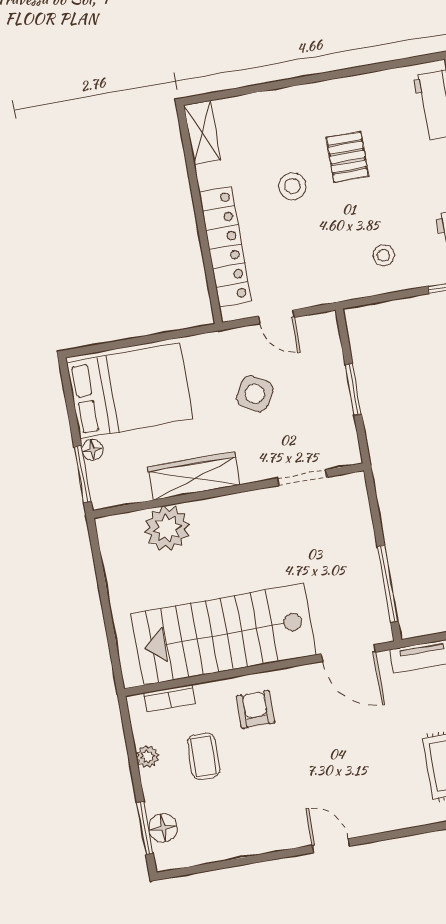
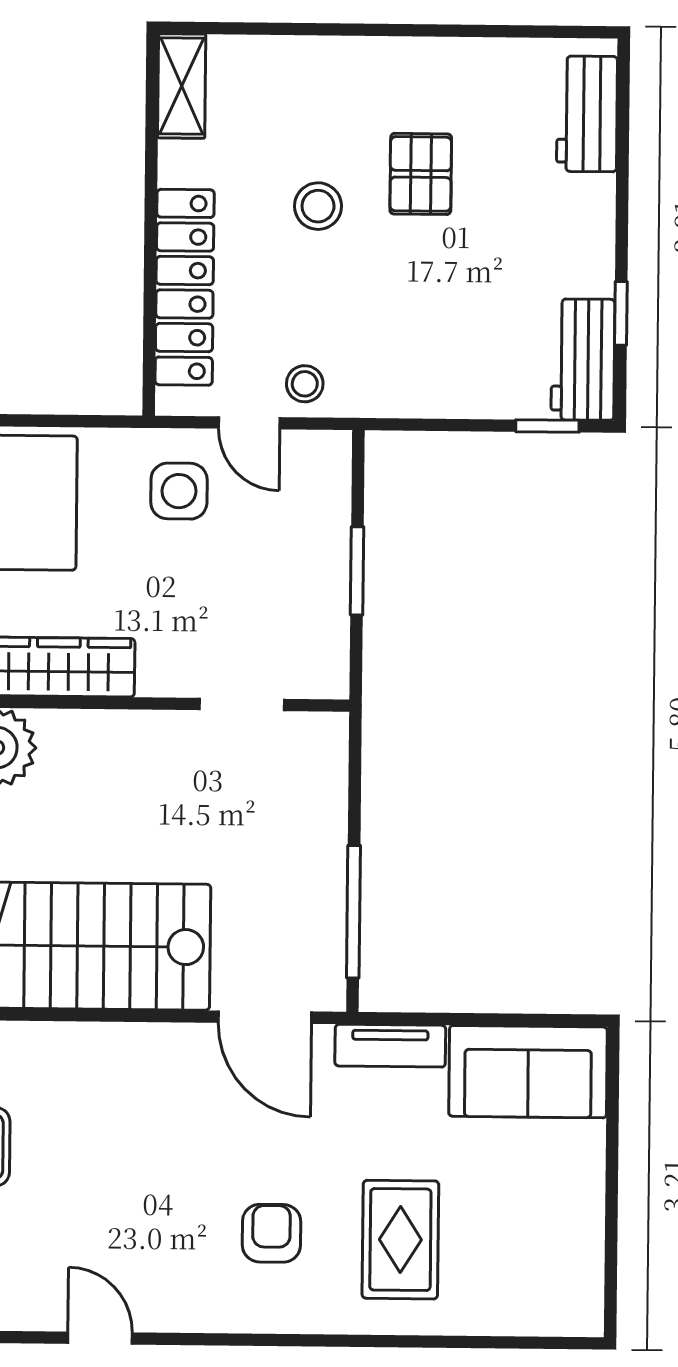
stool: (384, 255) -> (305, 384), moved
side table: (255, 394) -> (179, 491), moved, turned -30
armchair: (256, 709) -> (271, 1233), moved
door: (331, 846) -> (100, 1338), moved

